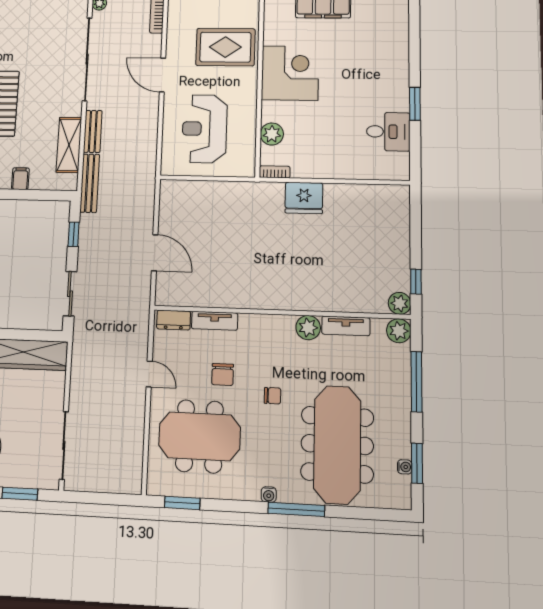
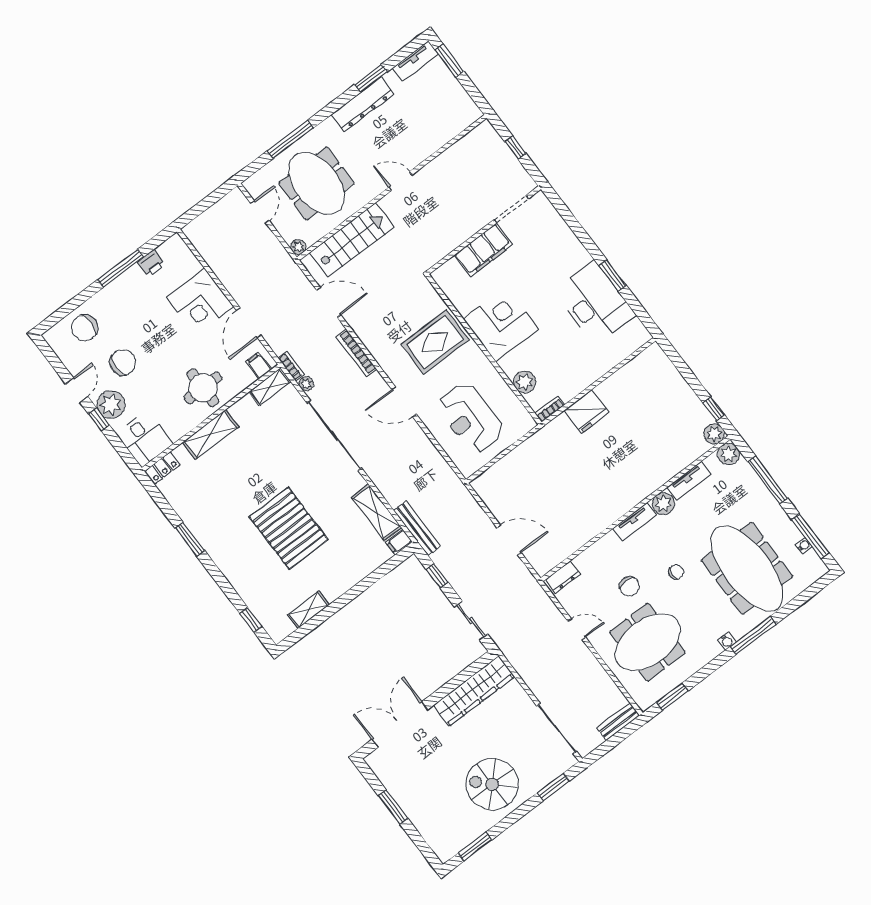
bench: (93, 131) -> (618, 722), moved, turned 90
desk: (388, 132) -> (595, 303), width x1.87, depth x1.30
filing cabinet: (20, 179) -> (399, 542), moved, turned -90
tv unit: (215, 321) -> (635, 522), moved
window: (417, 463) -> (810, 536), width x1.44

